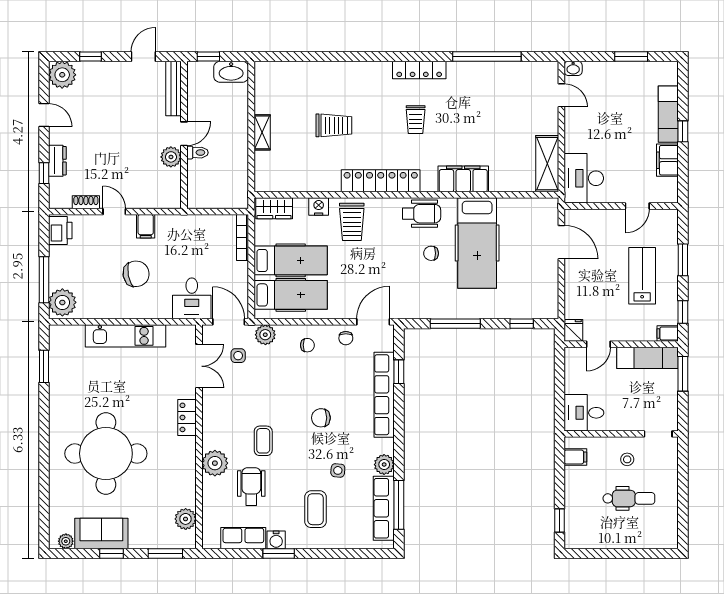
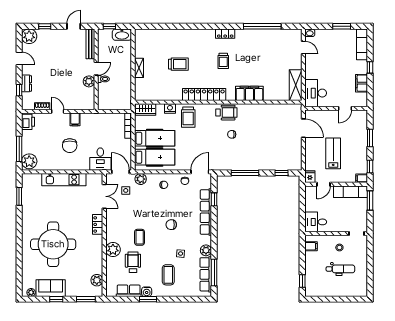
locker: (419, 70) -> (225, 34), width x0.66
exam couch: (668, 114) -> (362, 44), moved
hospital bed: (477, 243) -> (257, 129), removed
chair: (136, 274) -> (70, 146), turned 101
lab bench: (642, 276) -> (333, 153), moved

